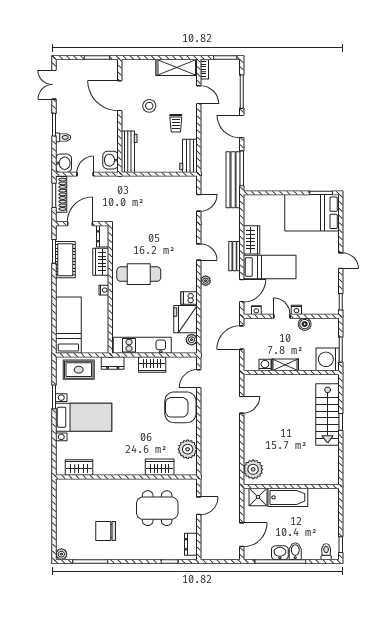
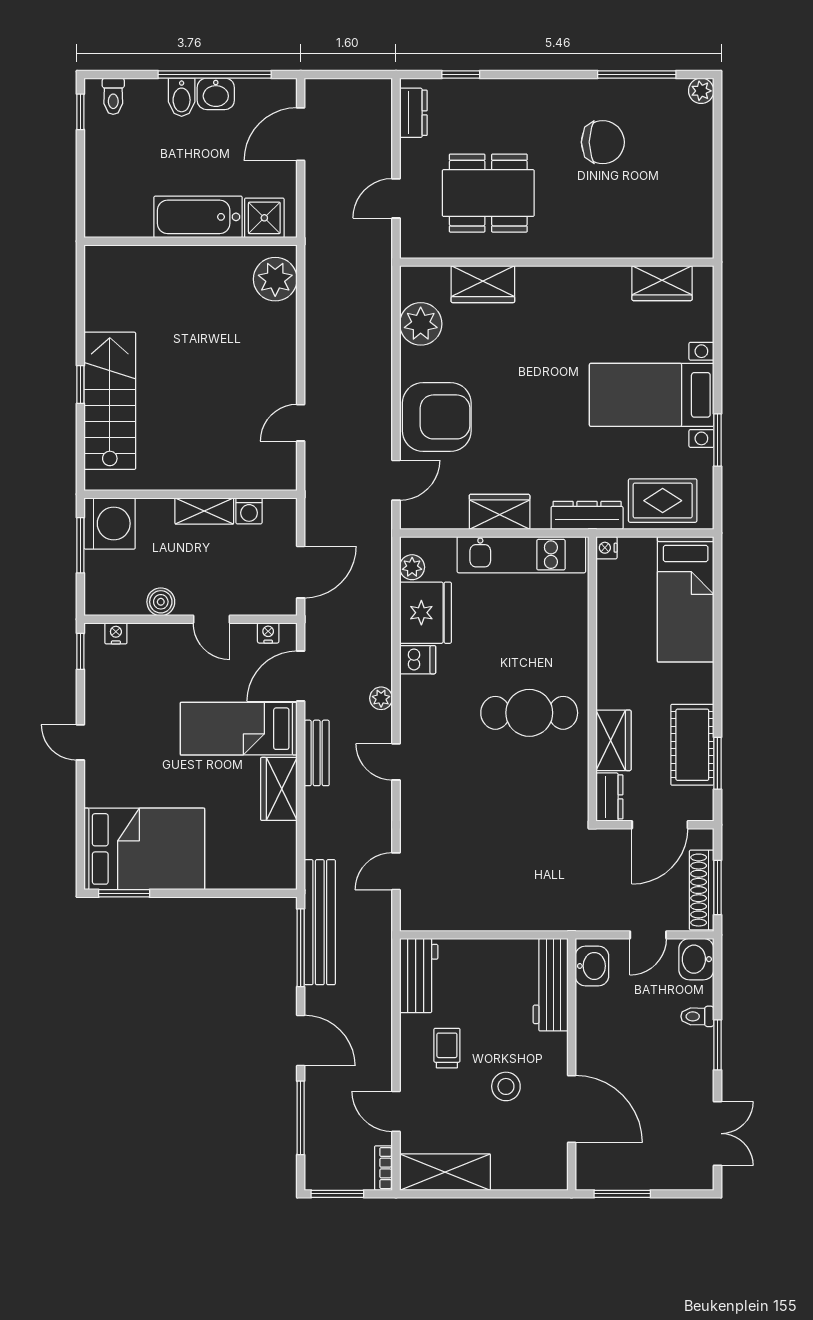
nightstand: (104, 290) -> (607, 548), moved
nightstand: (296, 310) -> (116, 633), moved
dresser: (113, 363) -> (587, 515), width x1.44

